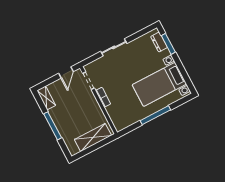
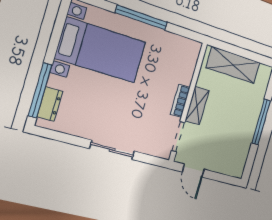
window: (168, 44) -> (40, 90), width x1.44
door: (66, 72) -> (193, 171), swing flipped
shelving: (46, 98) -> (197, 106), moved

